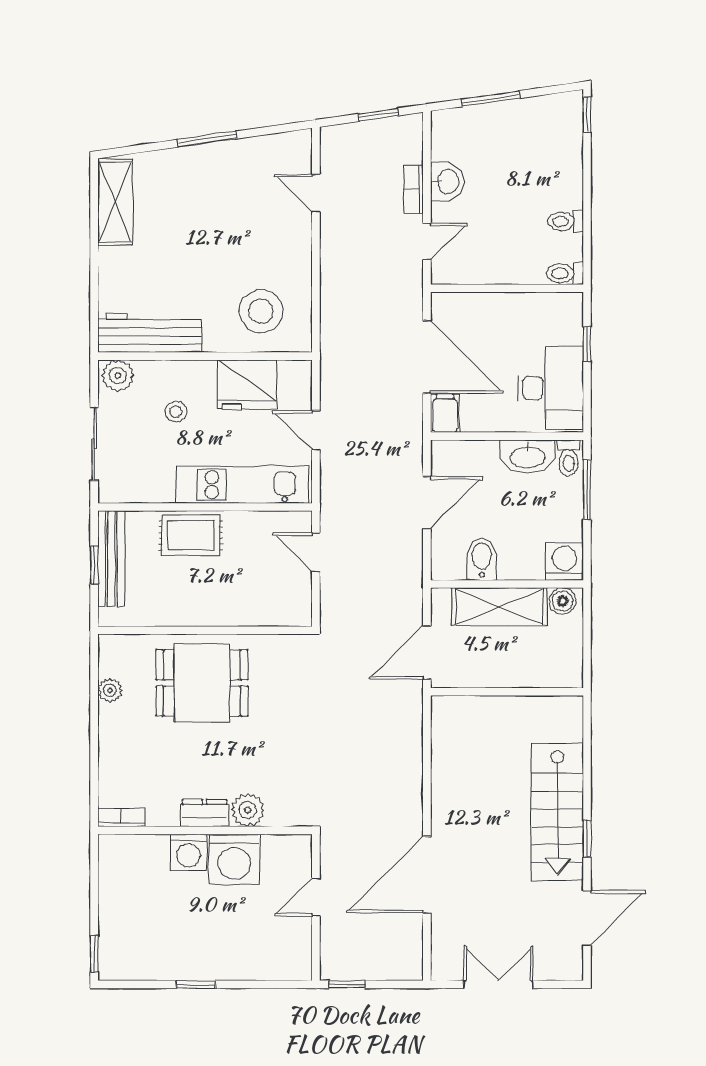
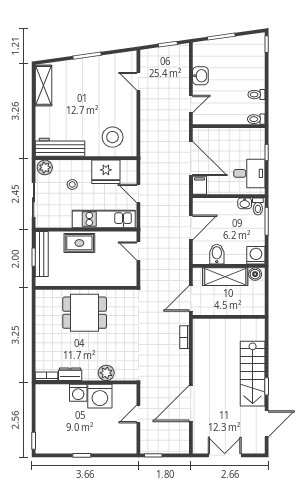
bookcase: (413, 190) -> (185, 337), moved
desk: (551, 388) -> (249, 173), width x0.73
washbasin: (527, 457) -> (245, 203), width x0.52, depth x0.69
plant: (110, 690) -> (41, 316), removed
dresser: (205, 813) -> (70, 374), moved

